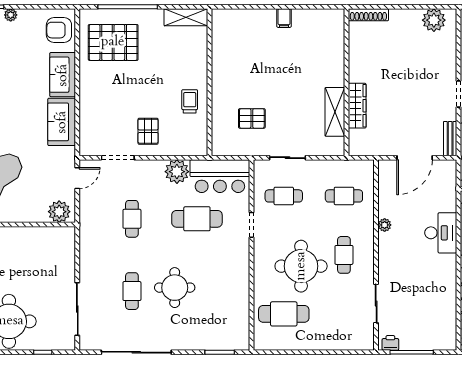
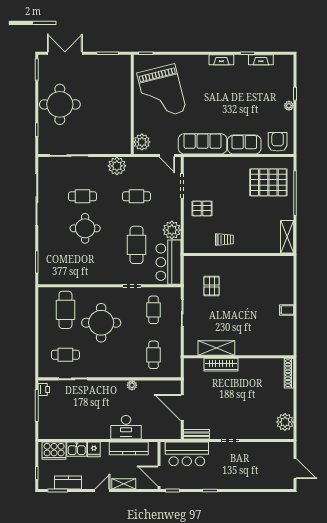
pallet: (113, 42) -> (268, 182), turned 90
sofa: (62, 122) -> (203, 144), width x1.36
plant: (91, 245) -> (117, 166), added
cafe table: (344, 255) -> (65, 355), moved

